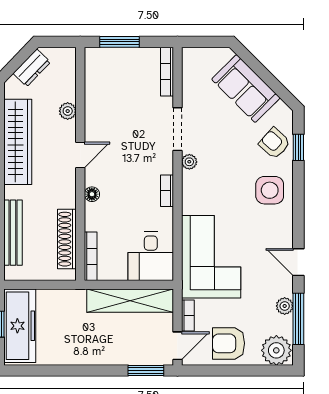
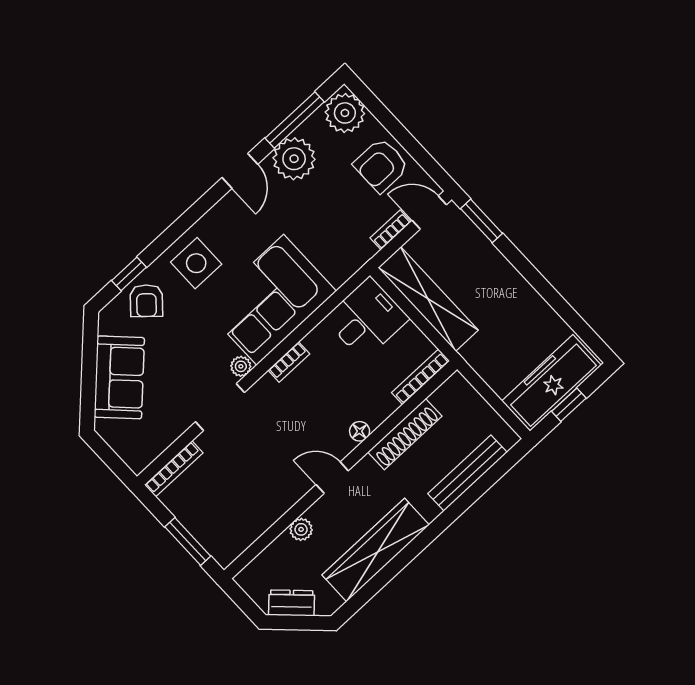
shoe rack: (67, 239) -> (405, 434), moved
corner sofa: (211, 257) -> (270, 300), moved
plant: (285, 306) -> (294, 159), width x1.88, depth x1.88
armchair: (229, 343) -> (381, 165), turned 90

